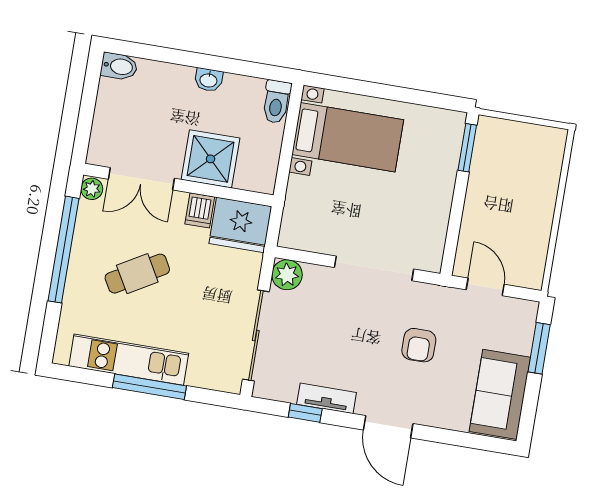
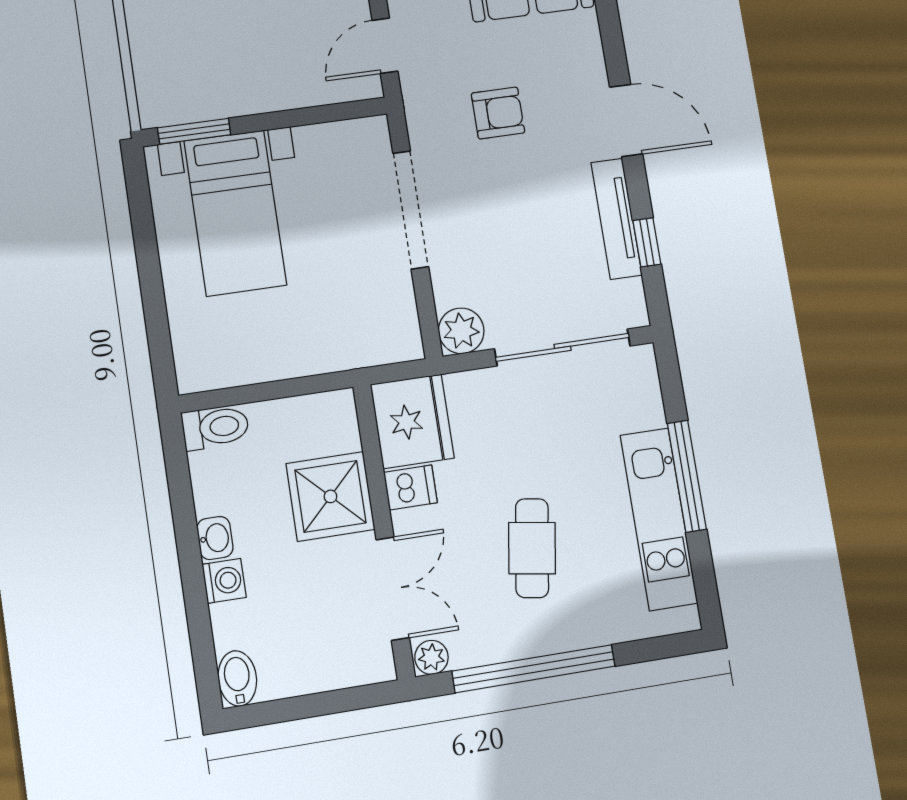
washing machine: (181, 77) -> (224, 581), added
bed with nightstands: (348, 137) -> (235, 213), moved, turned 180
cafe table: (137, 274) -> (532, 548), turned 39
tv unit: (327, 398) -> (616, 219), width x1.41
door: (388, 427) -> (626, 120), hinge flipped

